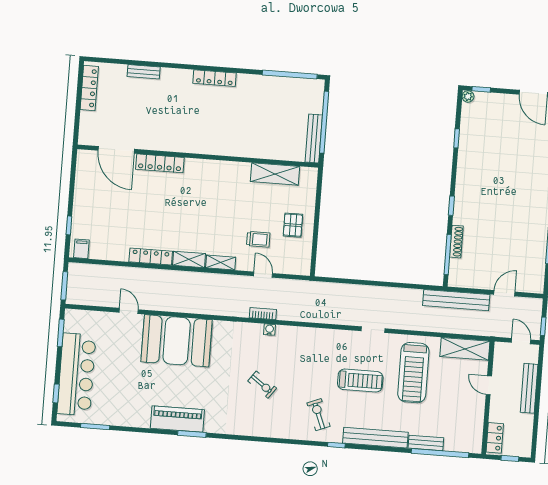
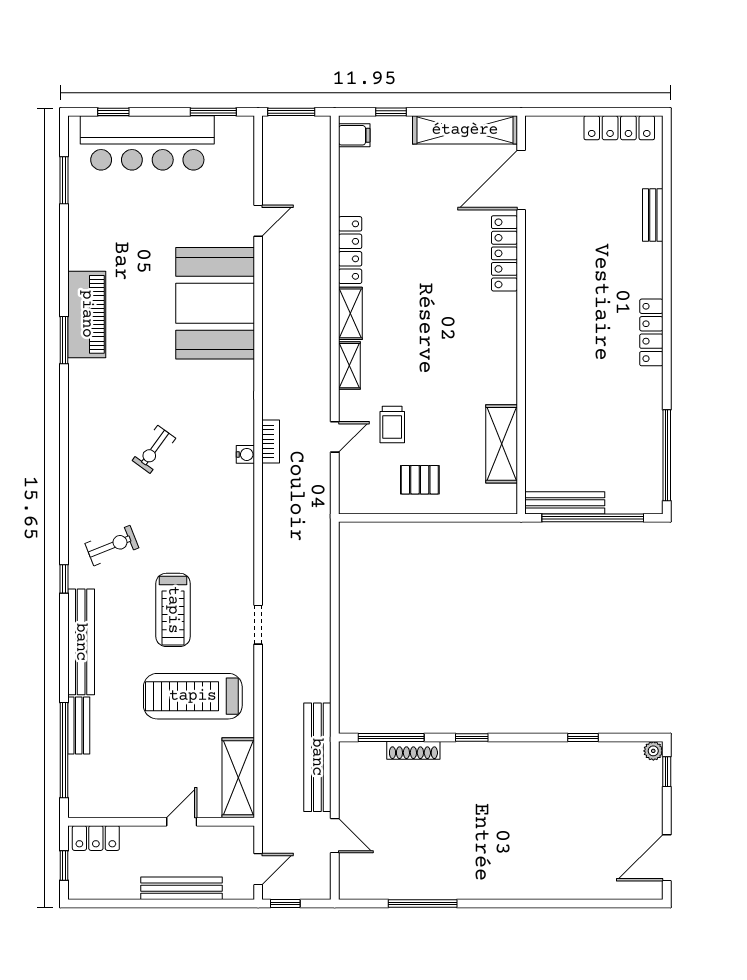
shelving: (83, 182) -> (465, 130), added

